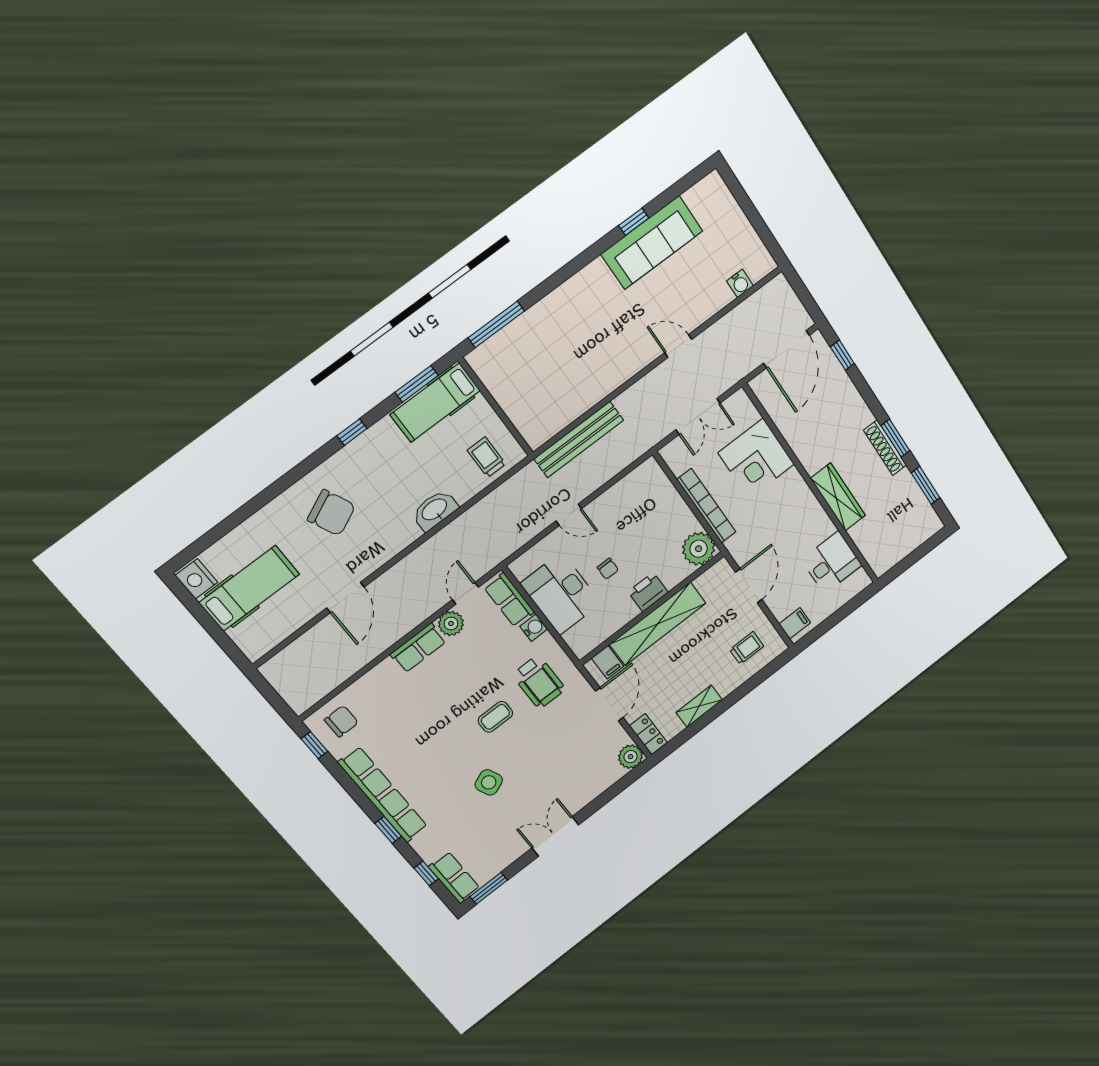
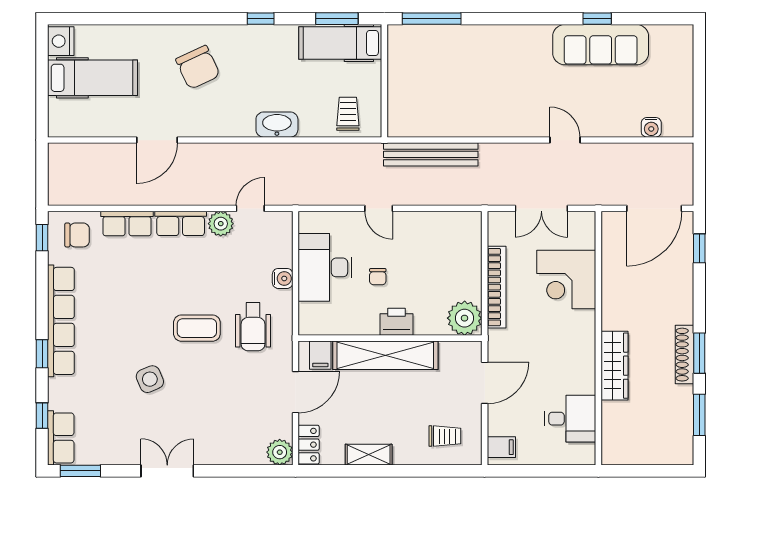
row of seats: (509, 600) -> (127, 224), moved, turned -90
coffee table: (495, 717) -> (197, 328), width x1.36, depth x1.30

